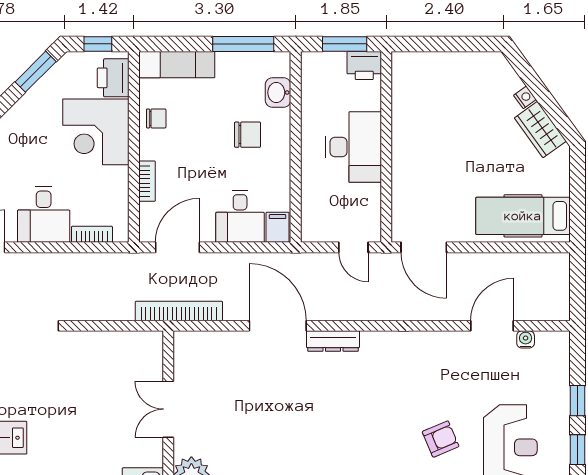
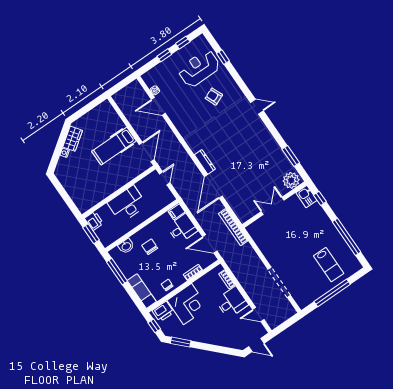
hospital bed: (523, 216) -> (114, 146), moved, turned 90
double door: (168, 409) -> (273, 206), swing flipped

